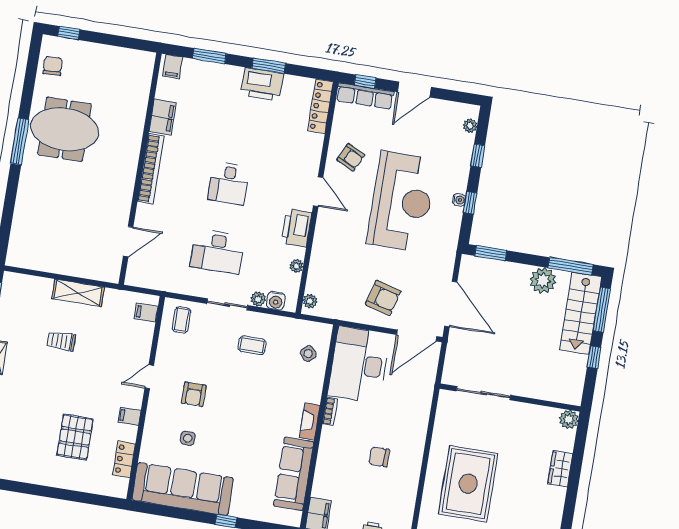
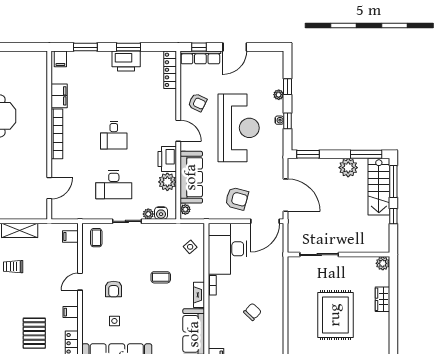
plant: (470, 126) -> (279, 95), moved
sofa: (325, 258) -> (191, 177), added
plant: (296, 266) -> (167, 182), width x1.88, depth x1.88
coffee table: (252, 345) -> (161, 277), moved
chair: (379, 457) -> (252, 312), turned 134
rug: (468, 484) -> (335, 315), moved

